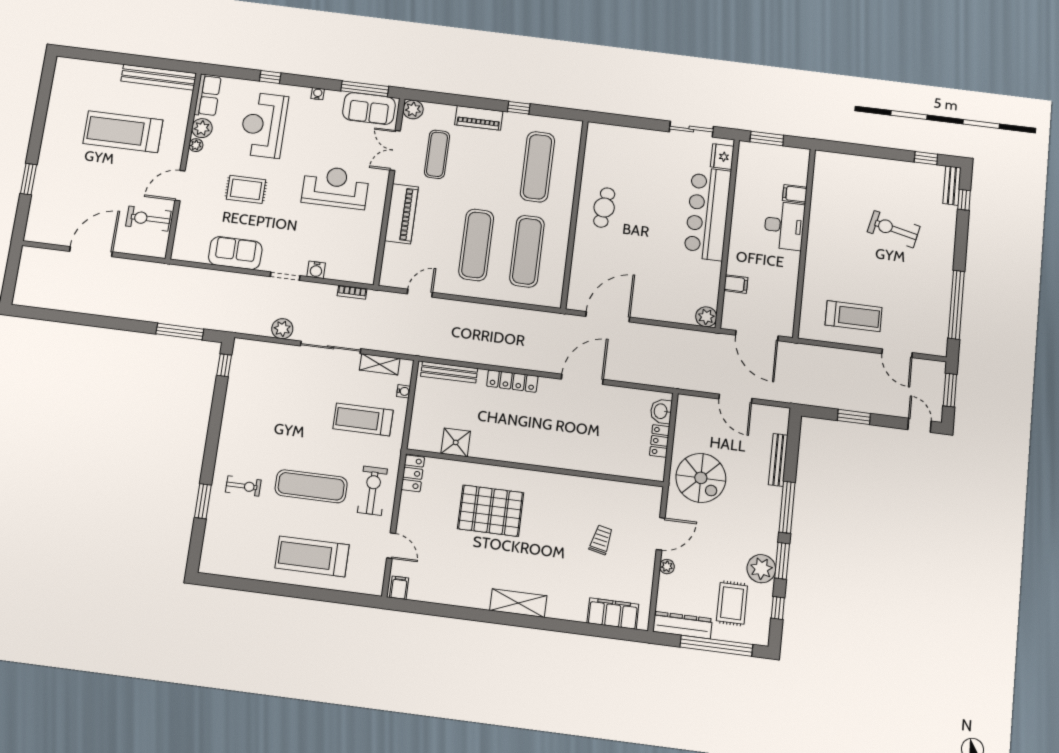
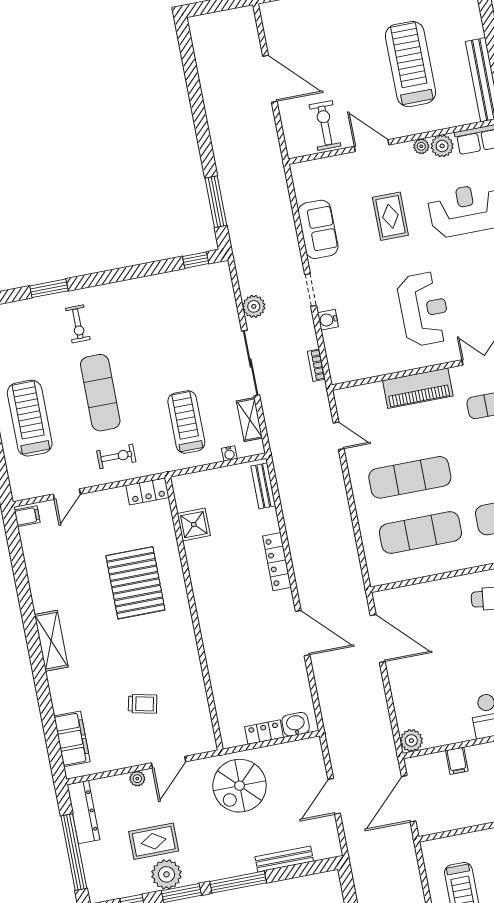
bench: (449, 372) -> (263, 486), width x0.73
exercise bike: (372, 491) -> (116, 456), width x0.73, depth x0.72
door: (661, 534) -> (169, 762), hinge flipped
rug: (732, 603) -> (154, 841), moved

